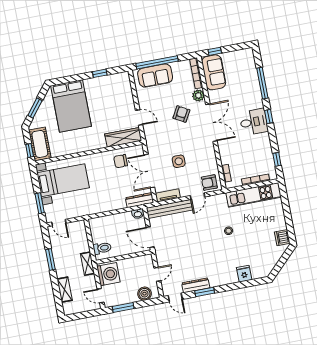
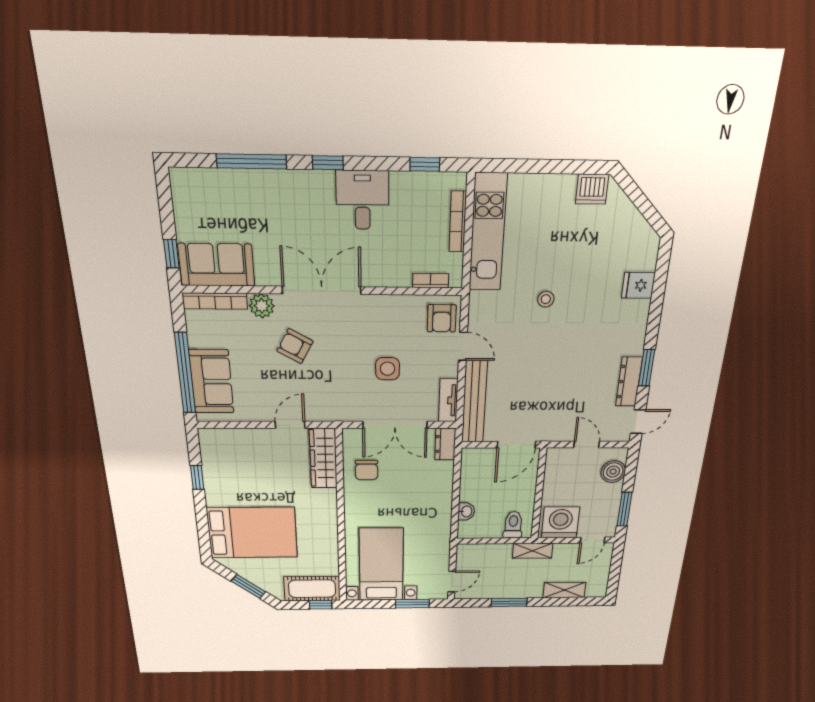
desk: (254, 122) -> (363, 200), moved
dresser: (139, 200) -> (445, 444), width x0.70
washbasin: (138, 214) -> (466, 511), moved

